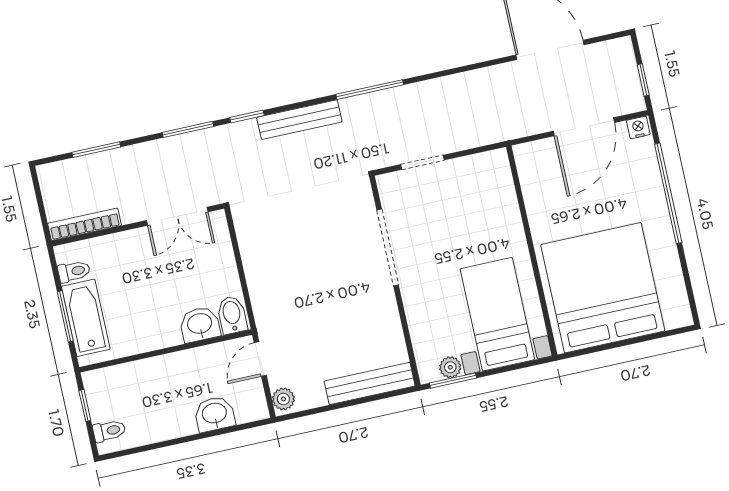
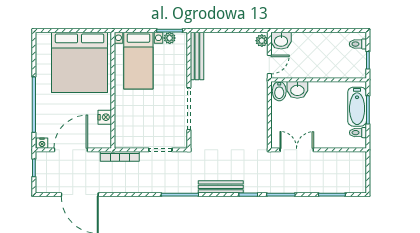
nightstand: (536, 199) -> (105, 117), added
bookcase: (84, 224) -> (120, 156), moved
bench: (370, 383) -> (197, 56), moved, turned 90
washbasin: (215, 414) -> (281, 41), moved

